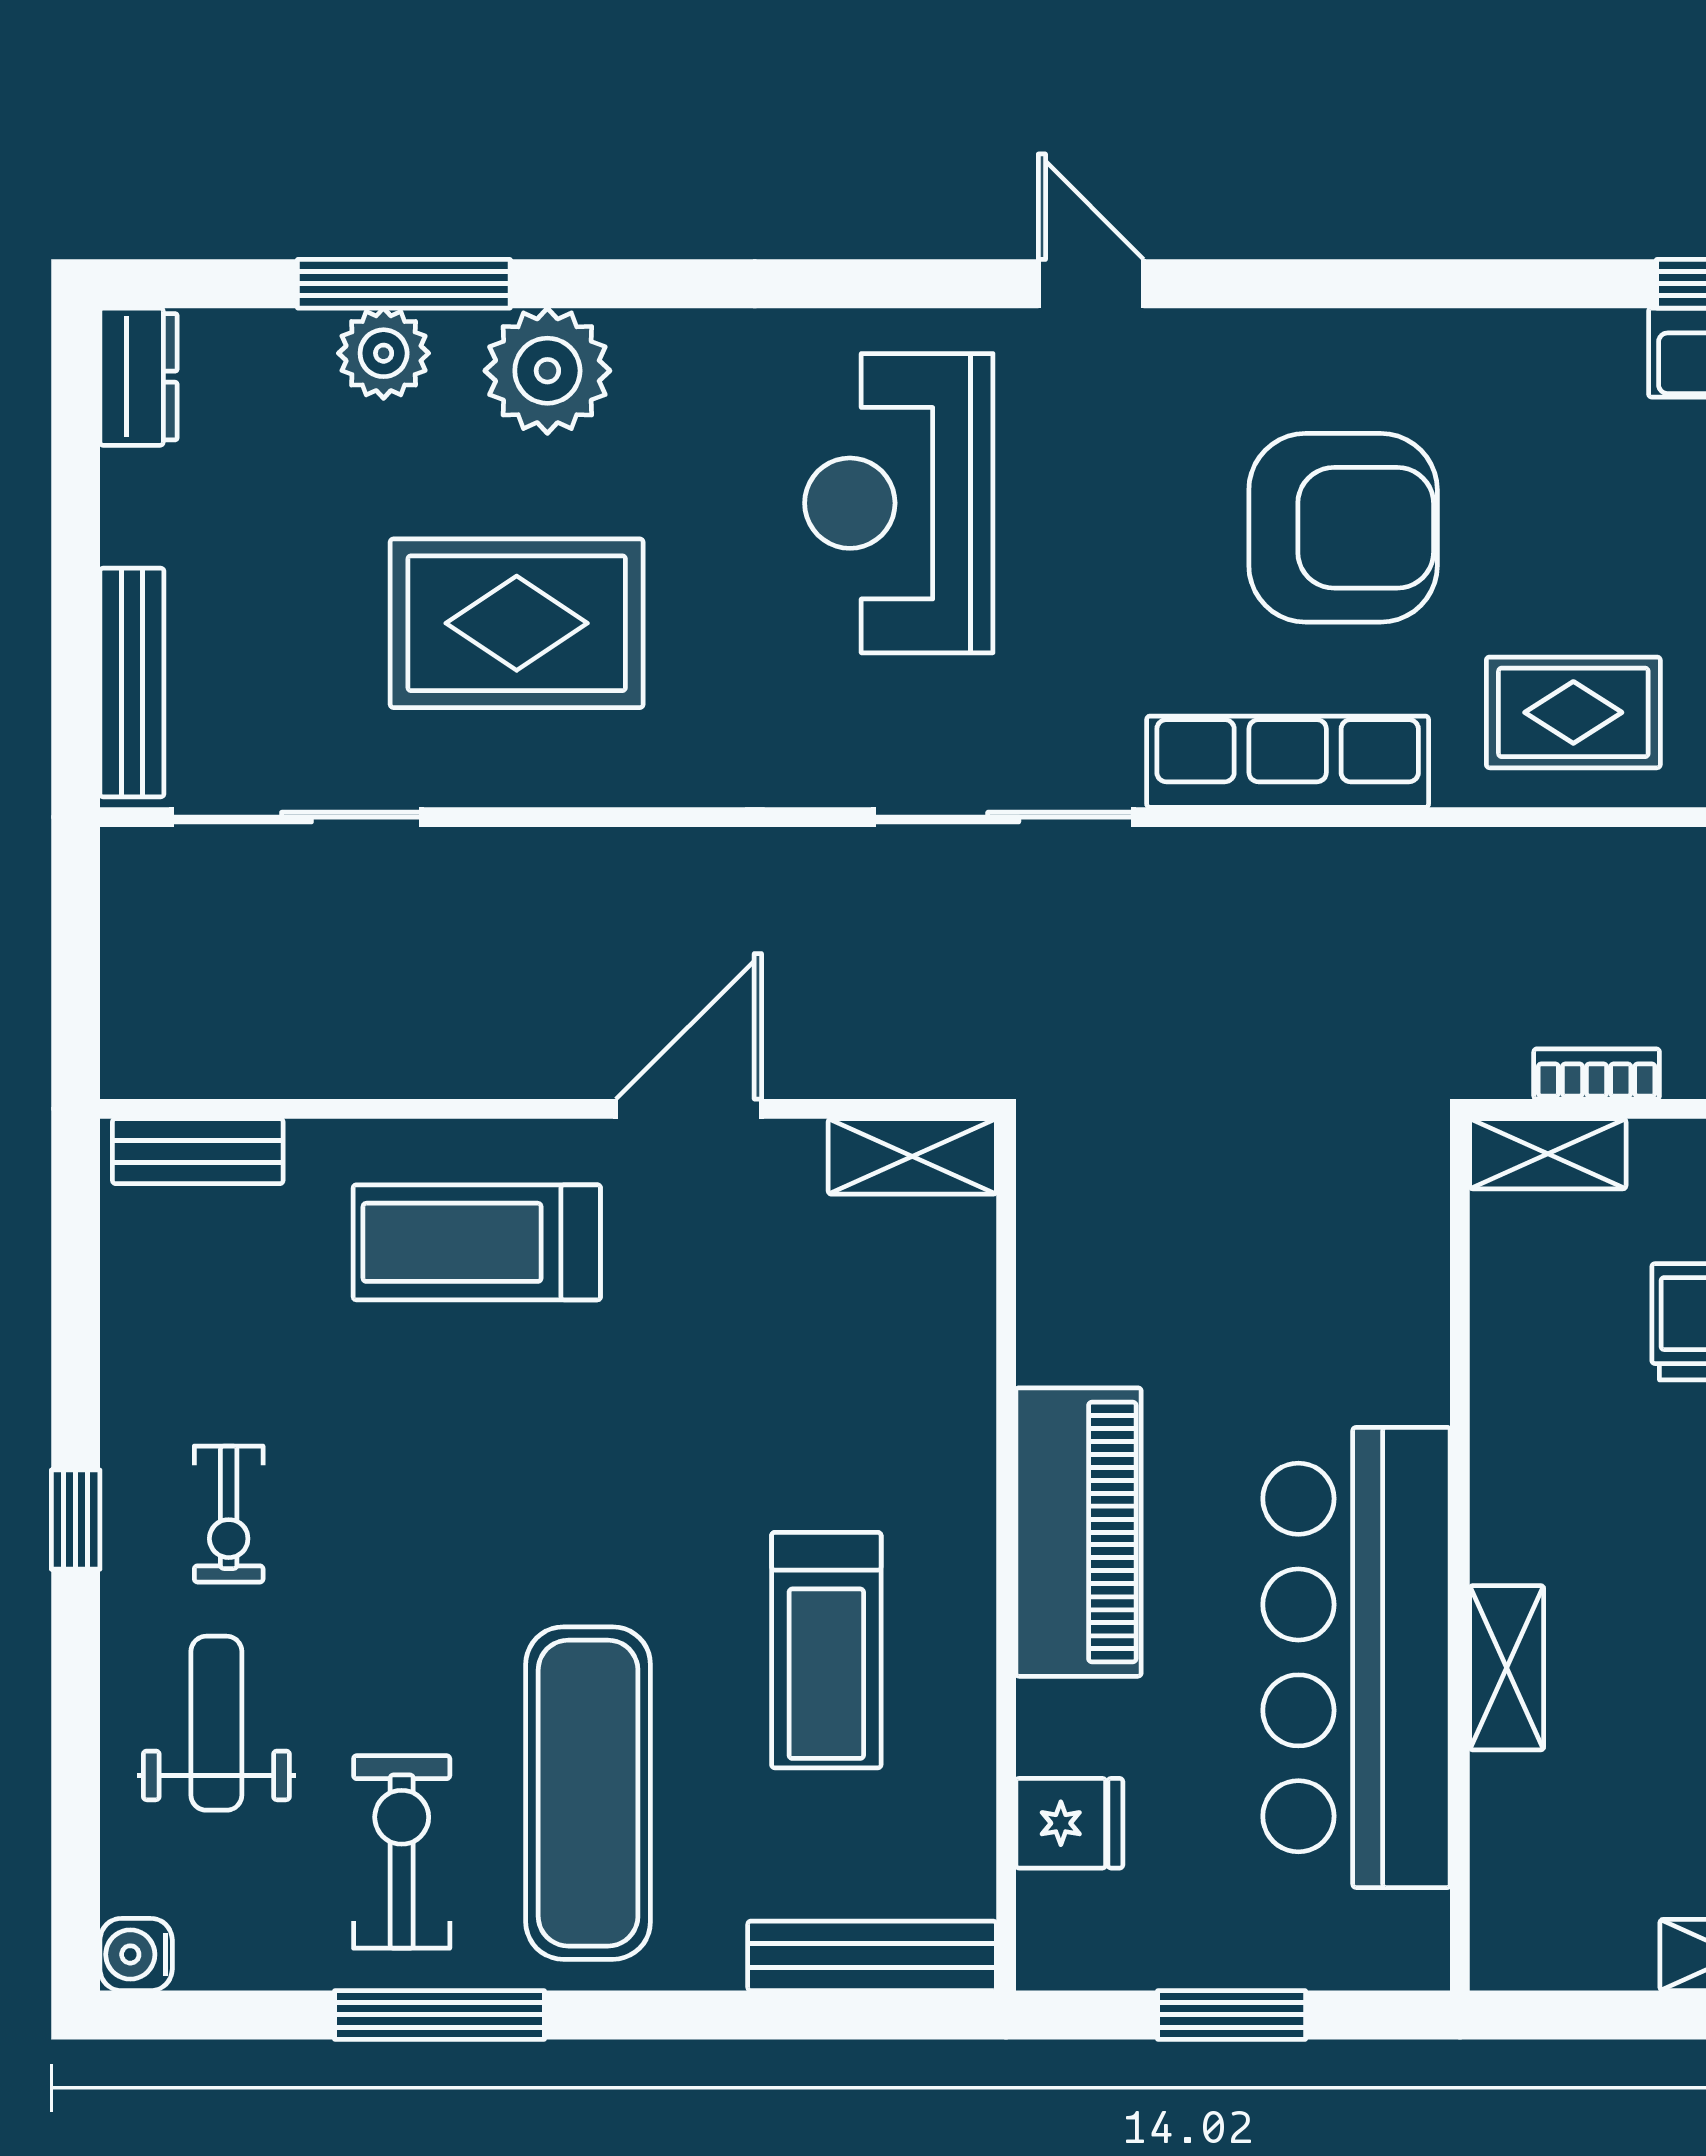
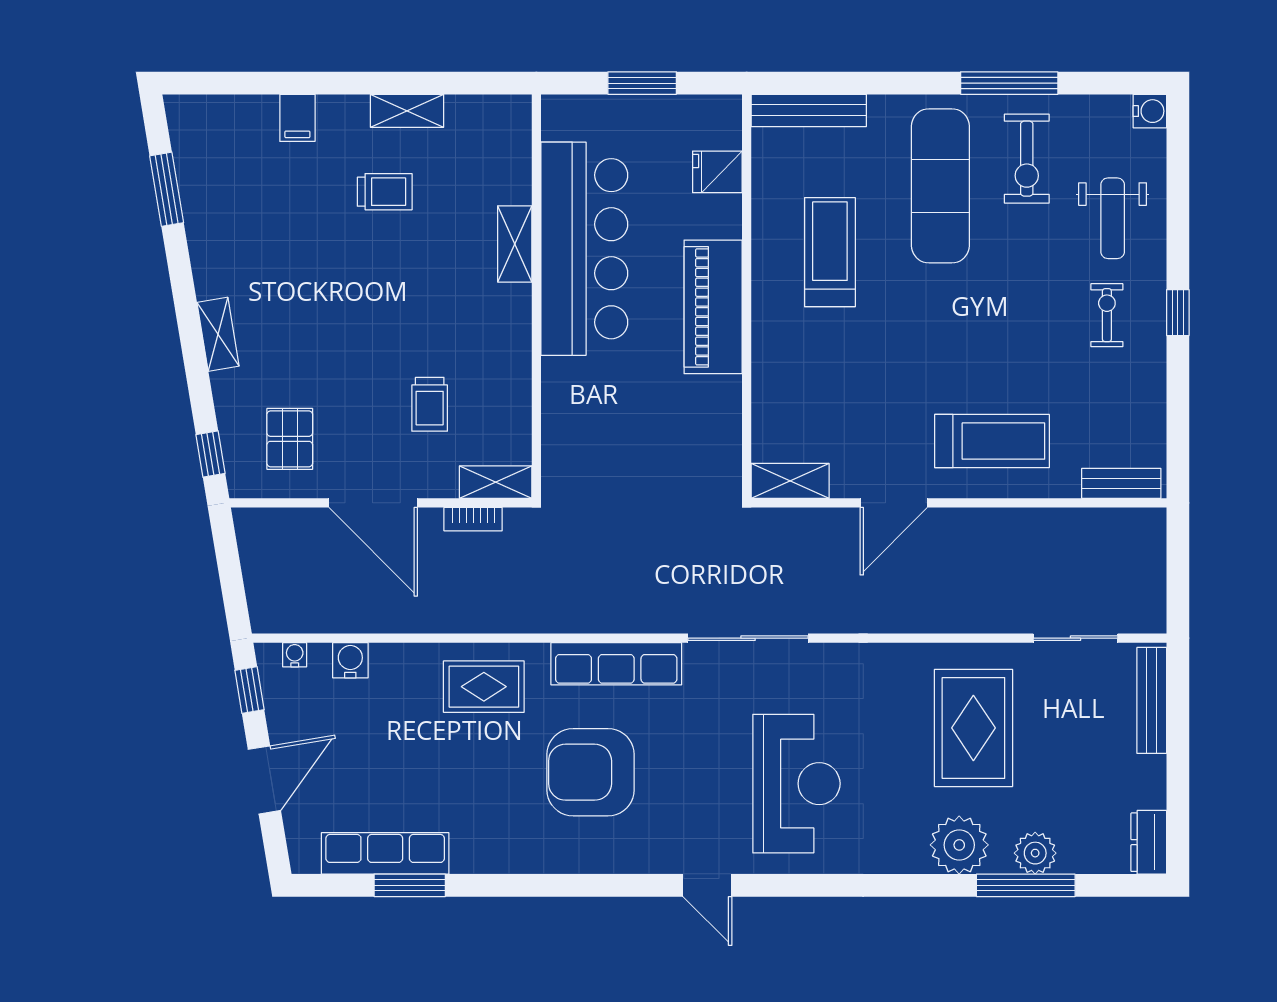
rug: (517, 623) -> (973, 728), turned 90
sliding door: (297, 817) -> (1075, 638), width x0.73

